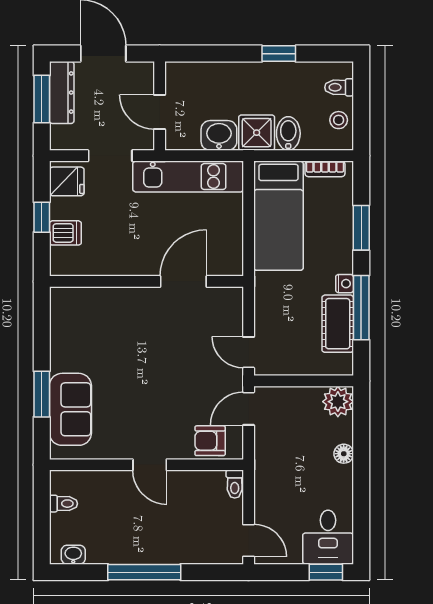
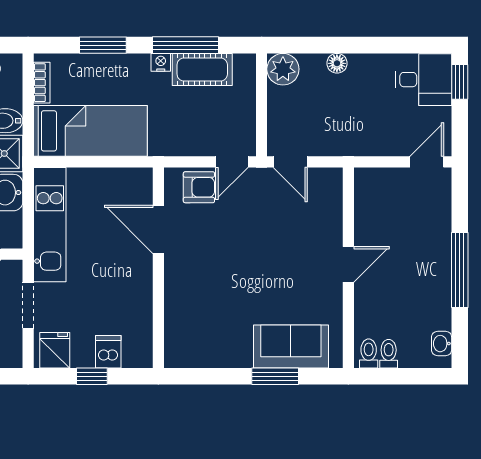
armchair: (210, 441) -> (199, 187), moved, turned -90
toilet: (235, 484) -> (369, 353), moved, turned -90

